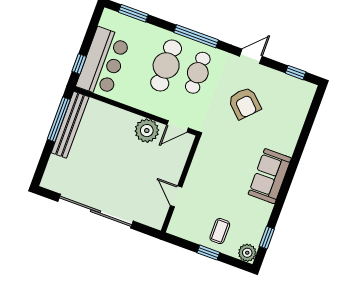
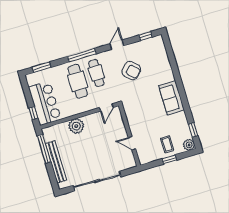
bench: (70, 125) -> (56, 162), moved
plant: (147, 131) -> (76, 126), moved

